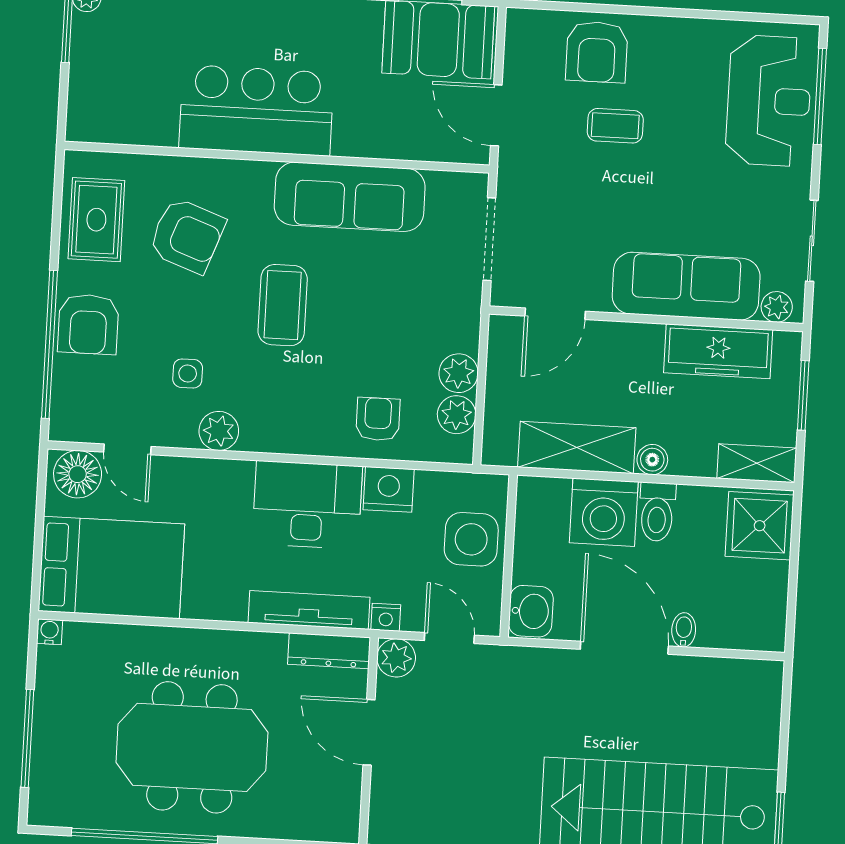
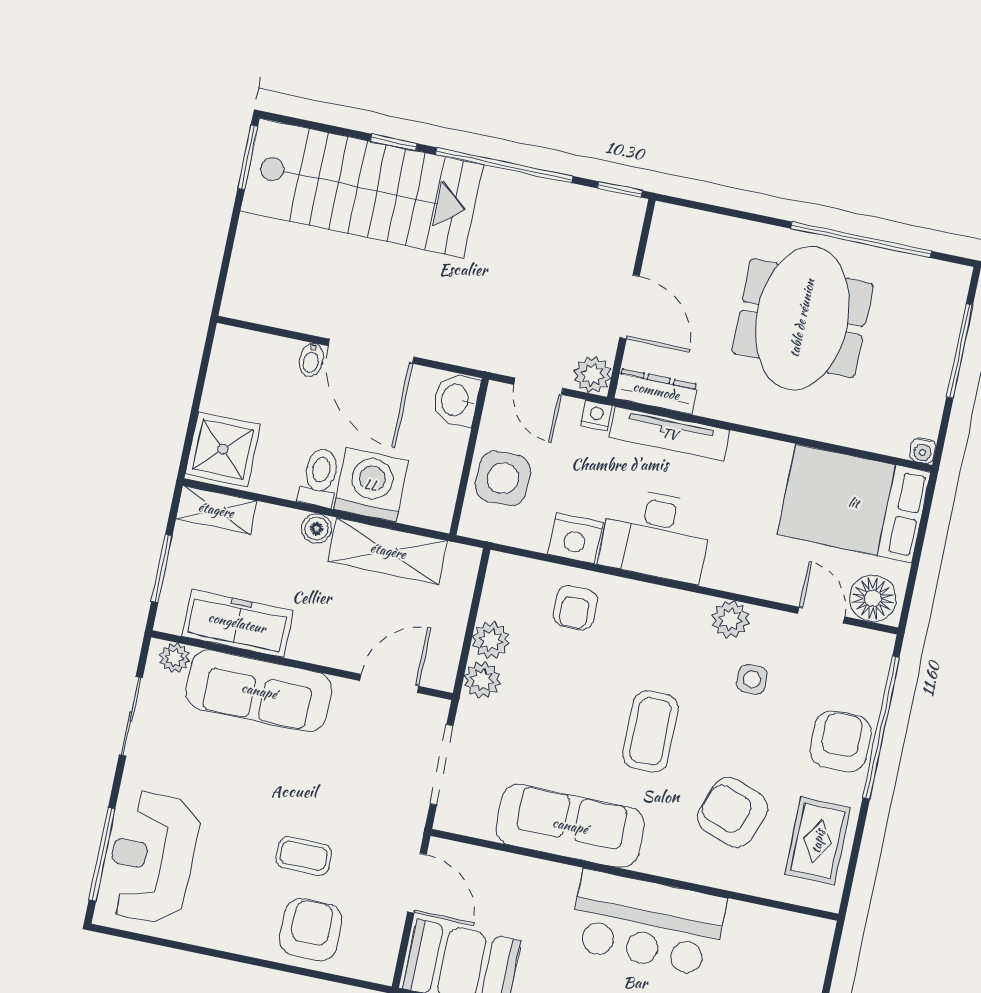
plant: (457, 415) -> (482, 680), moved
meeting table: (192, 747) -> (802, 318), turned 90

